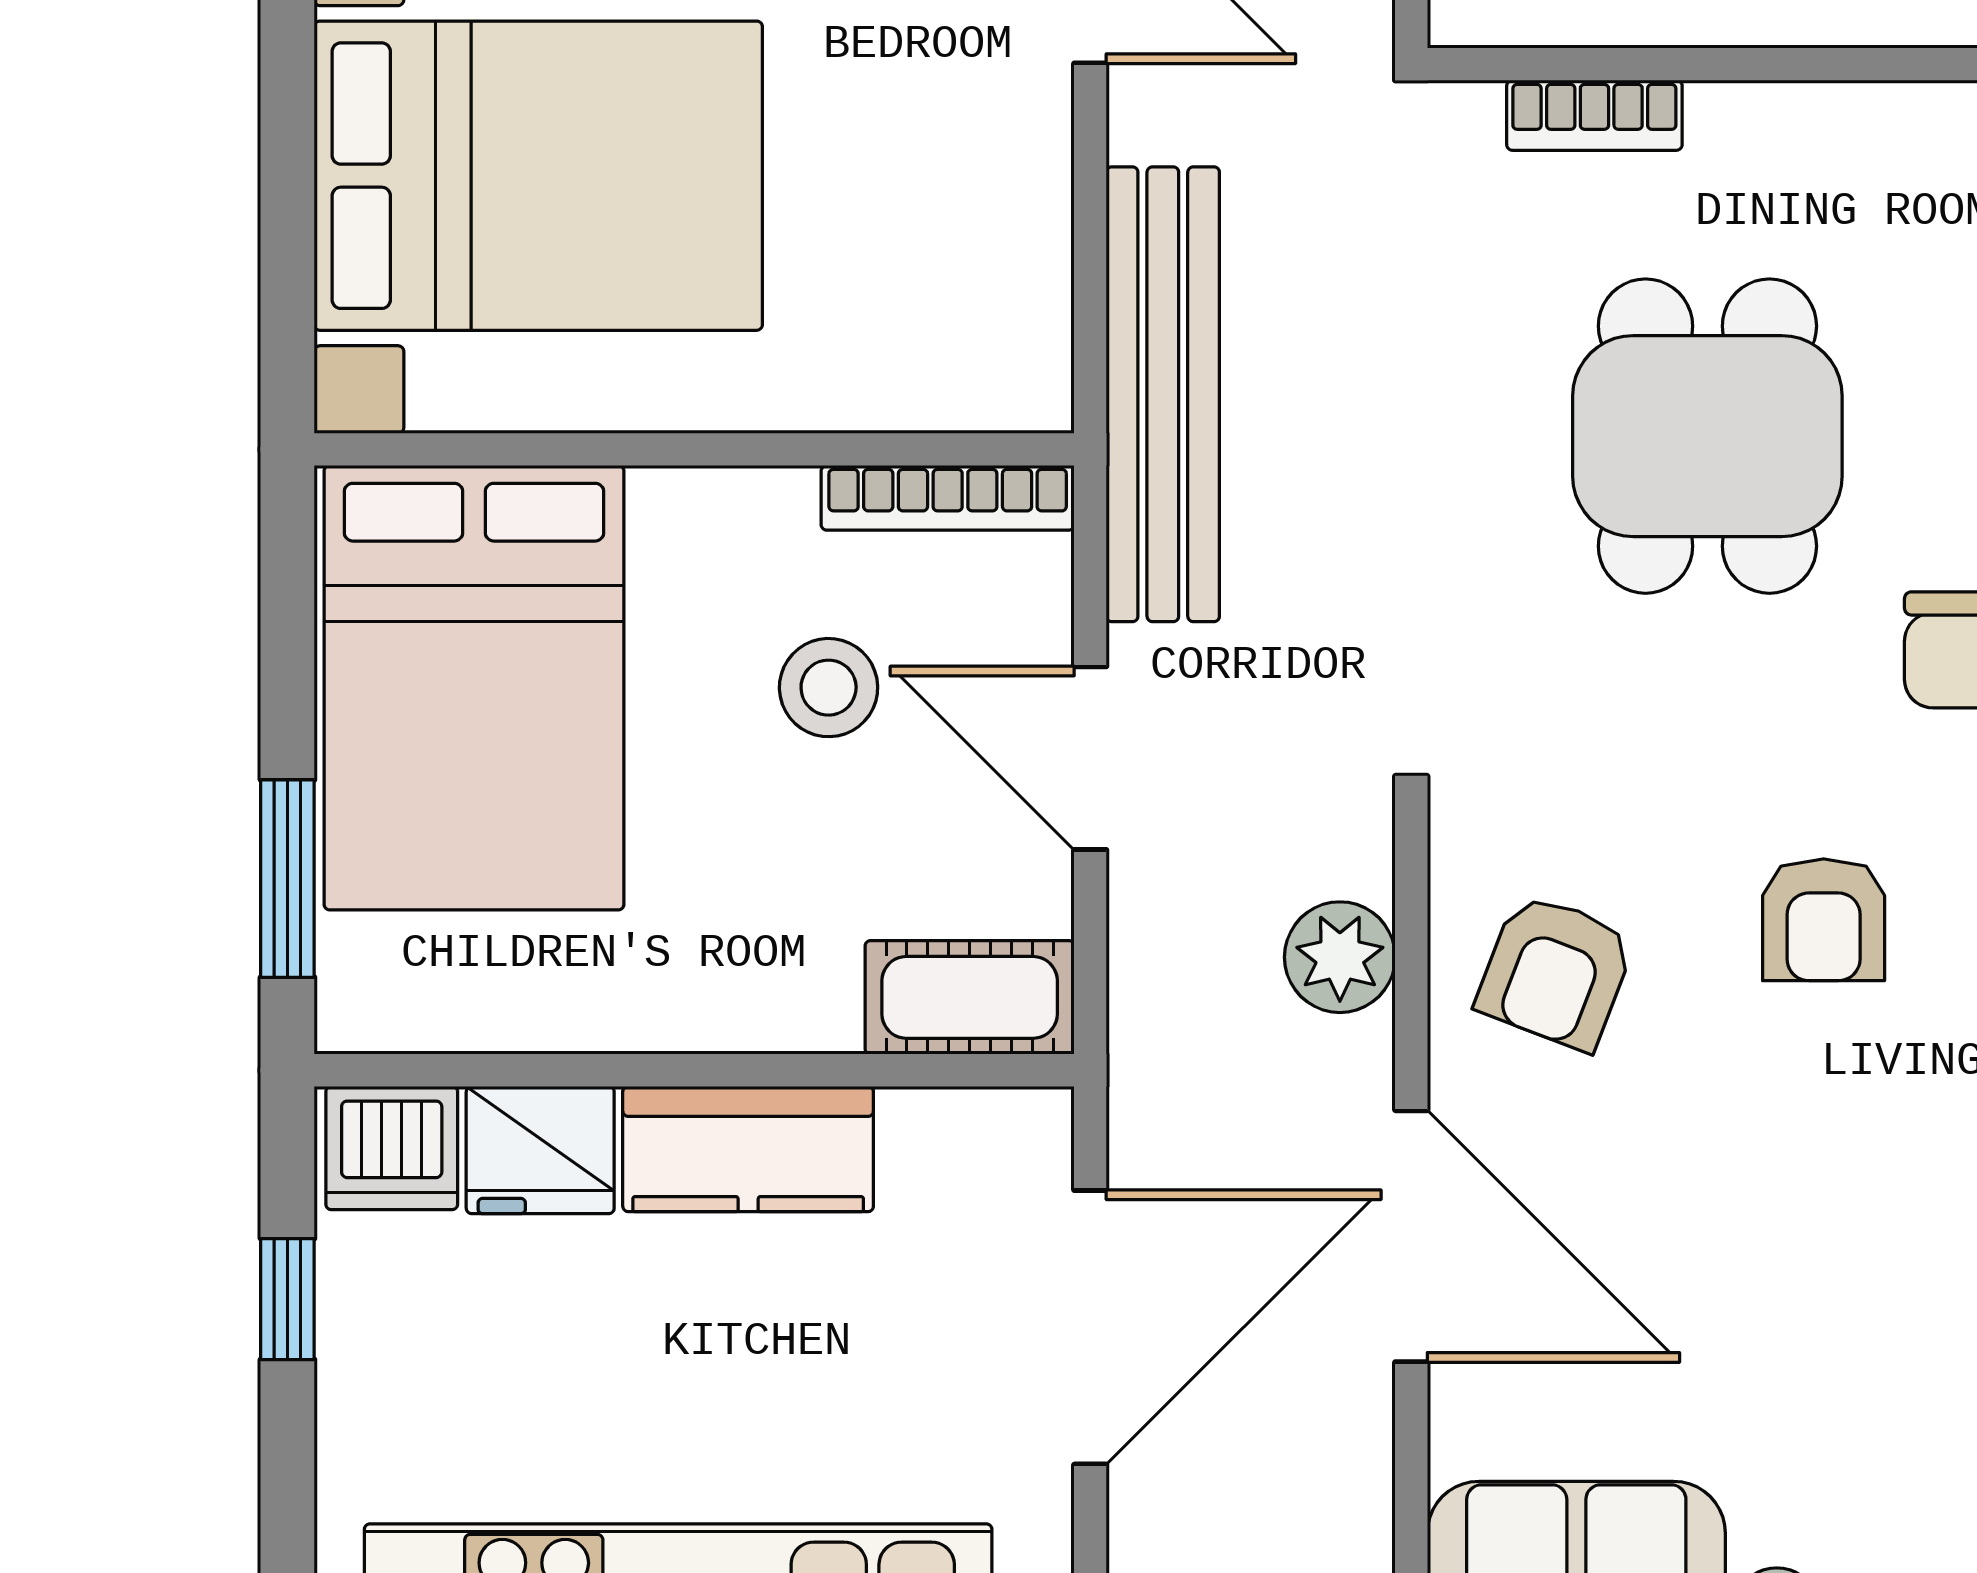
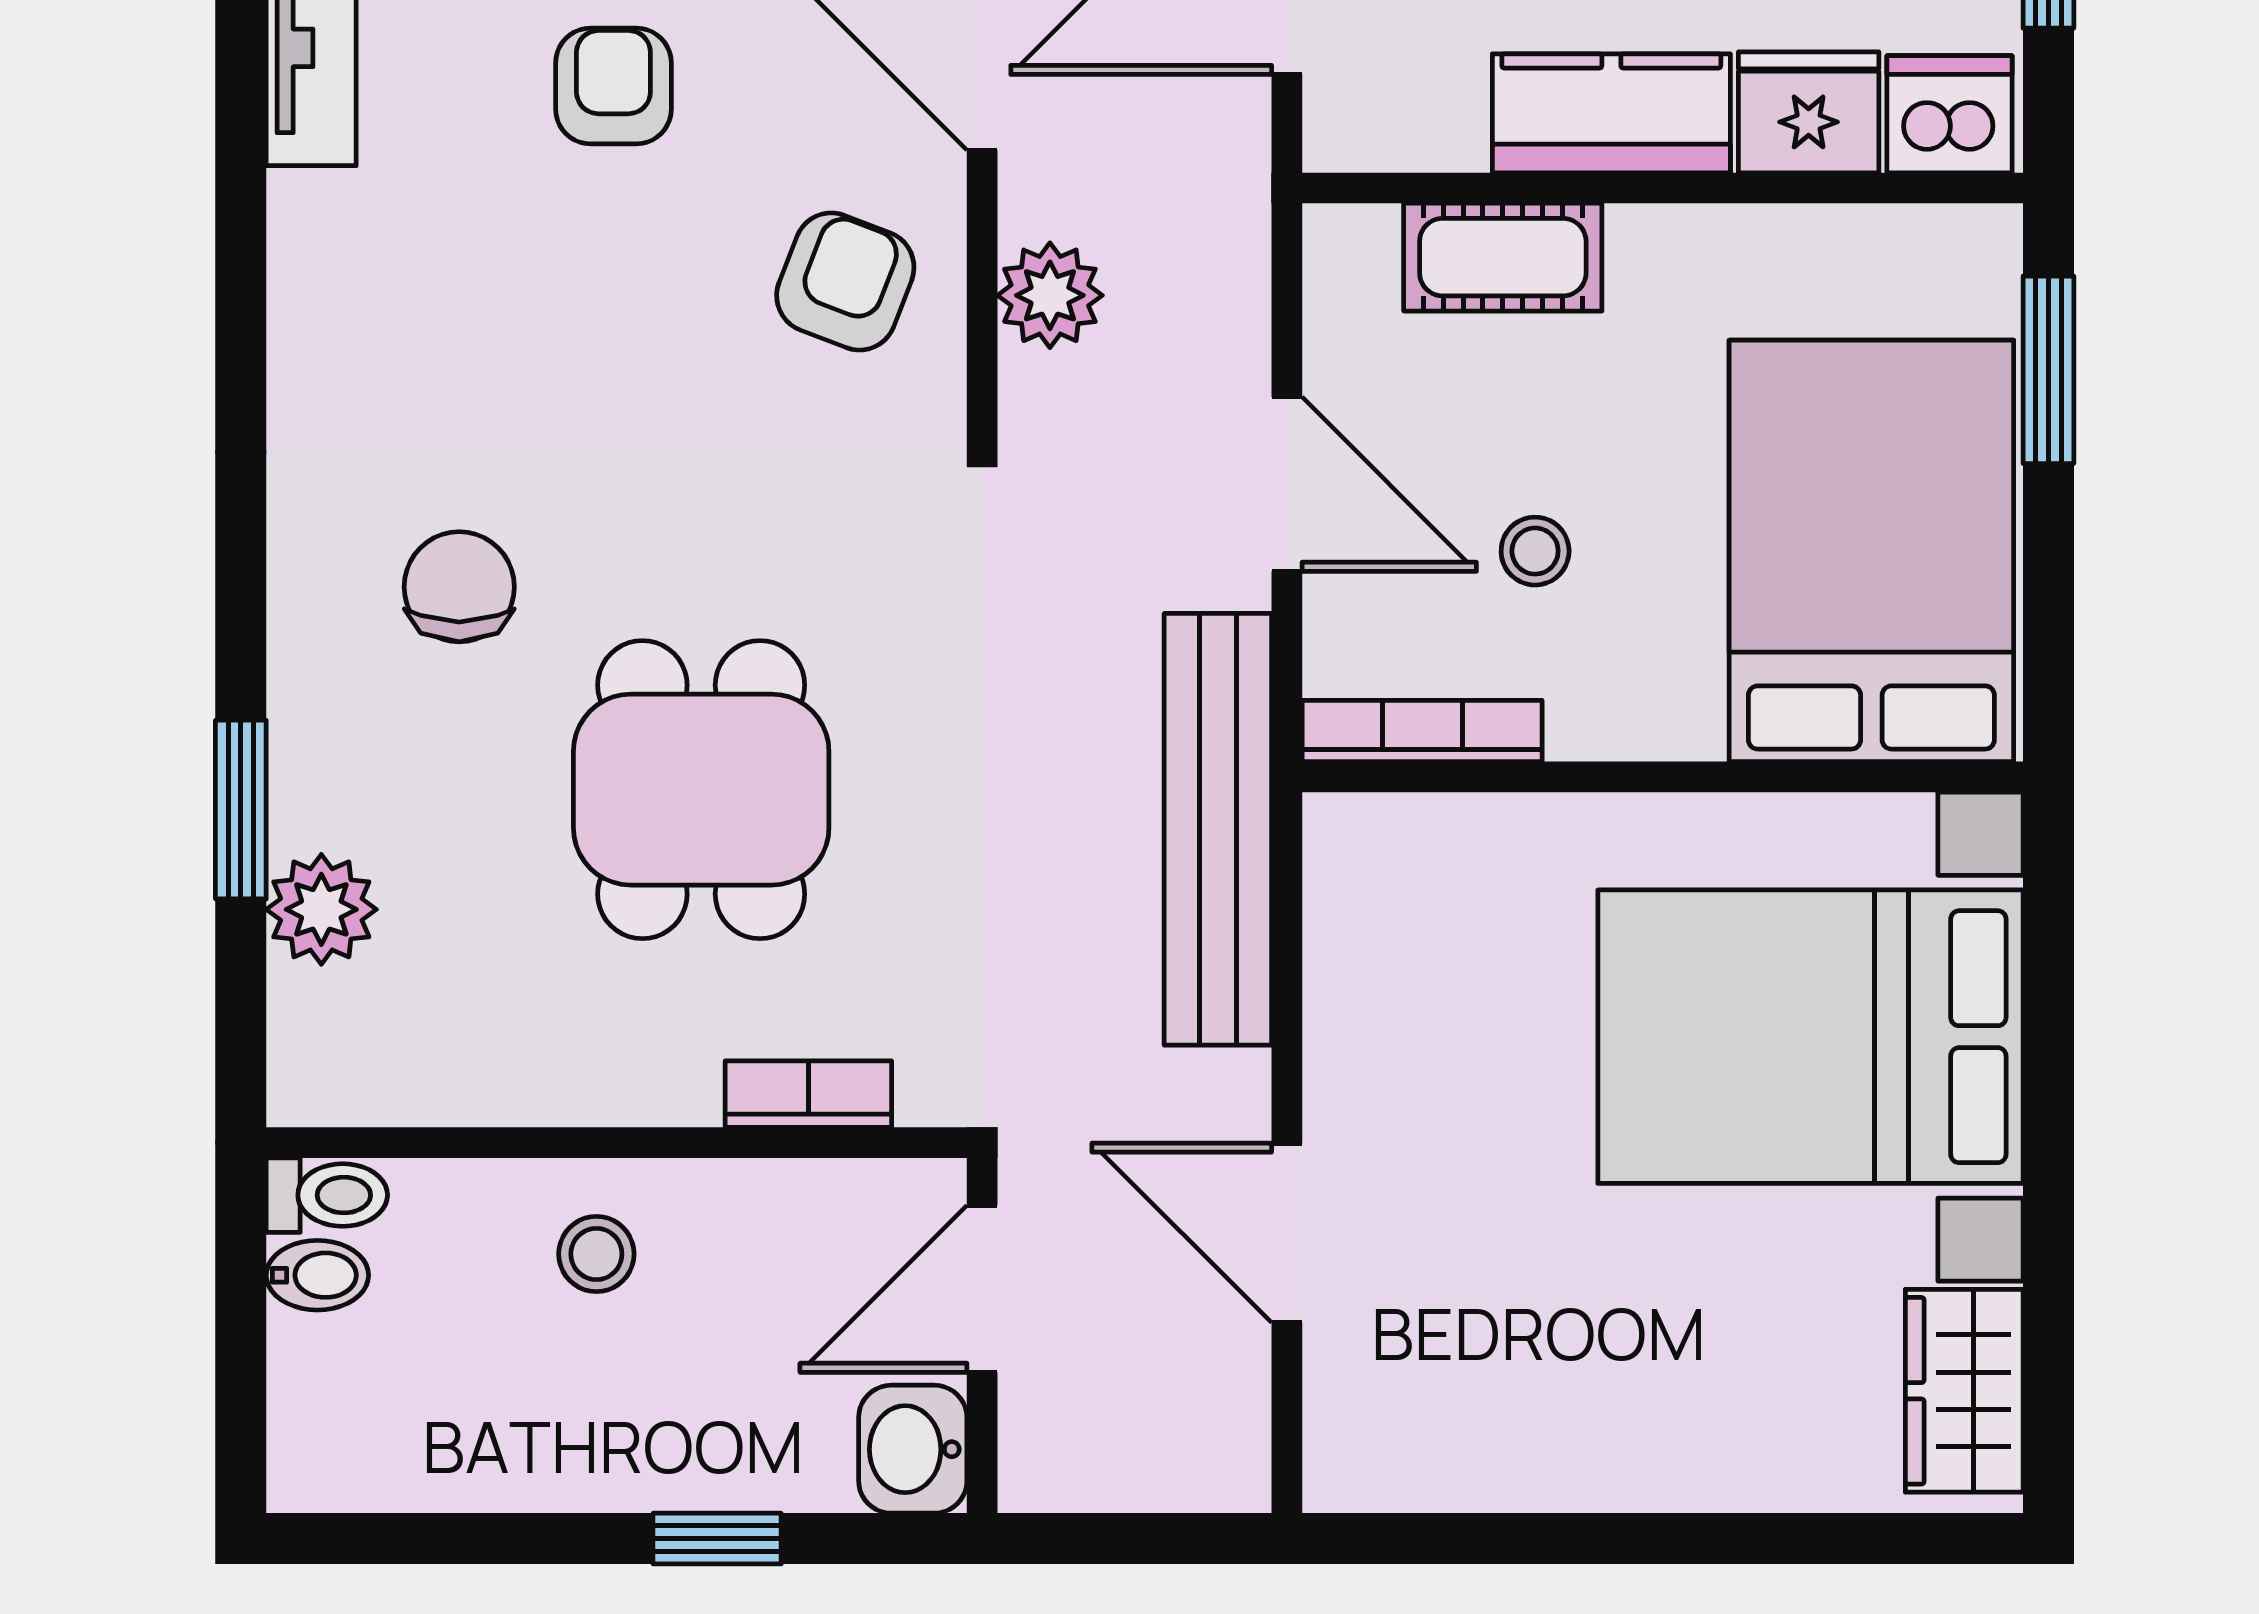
stool: (829, 688) -> (1535, 551), width x0.73, depth x0.73
armchair: (1824, 920) -> (613, 86), moved
cot: (970, 997) -> (1503, 257), moved

